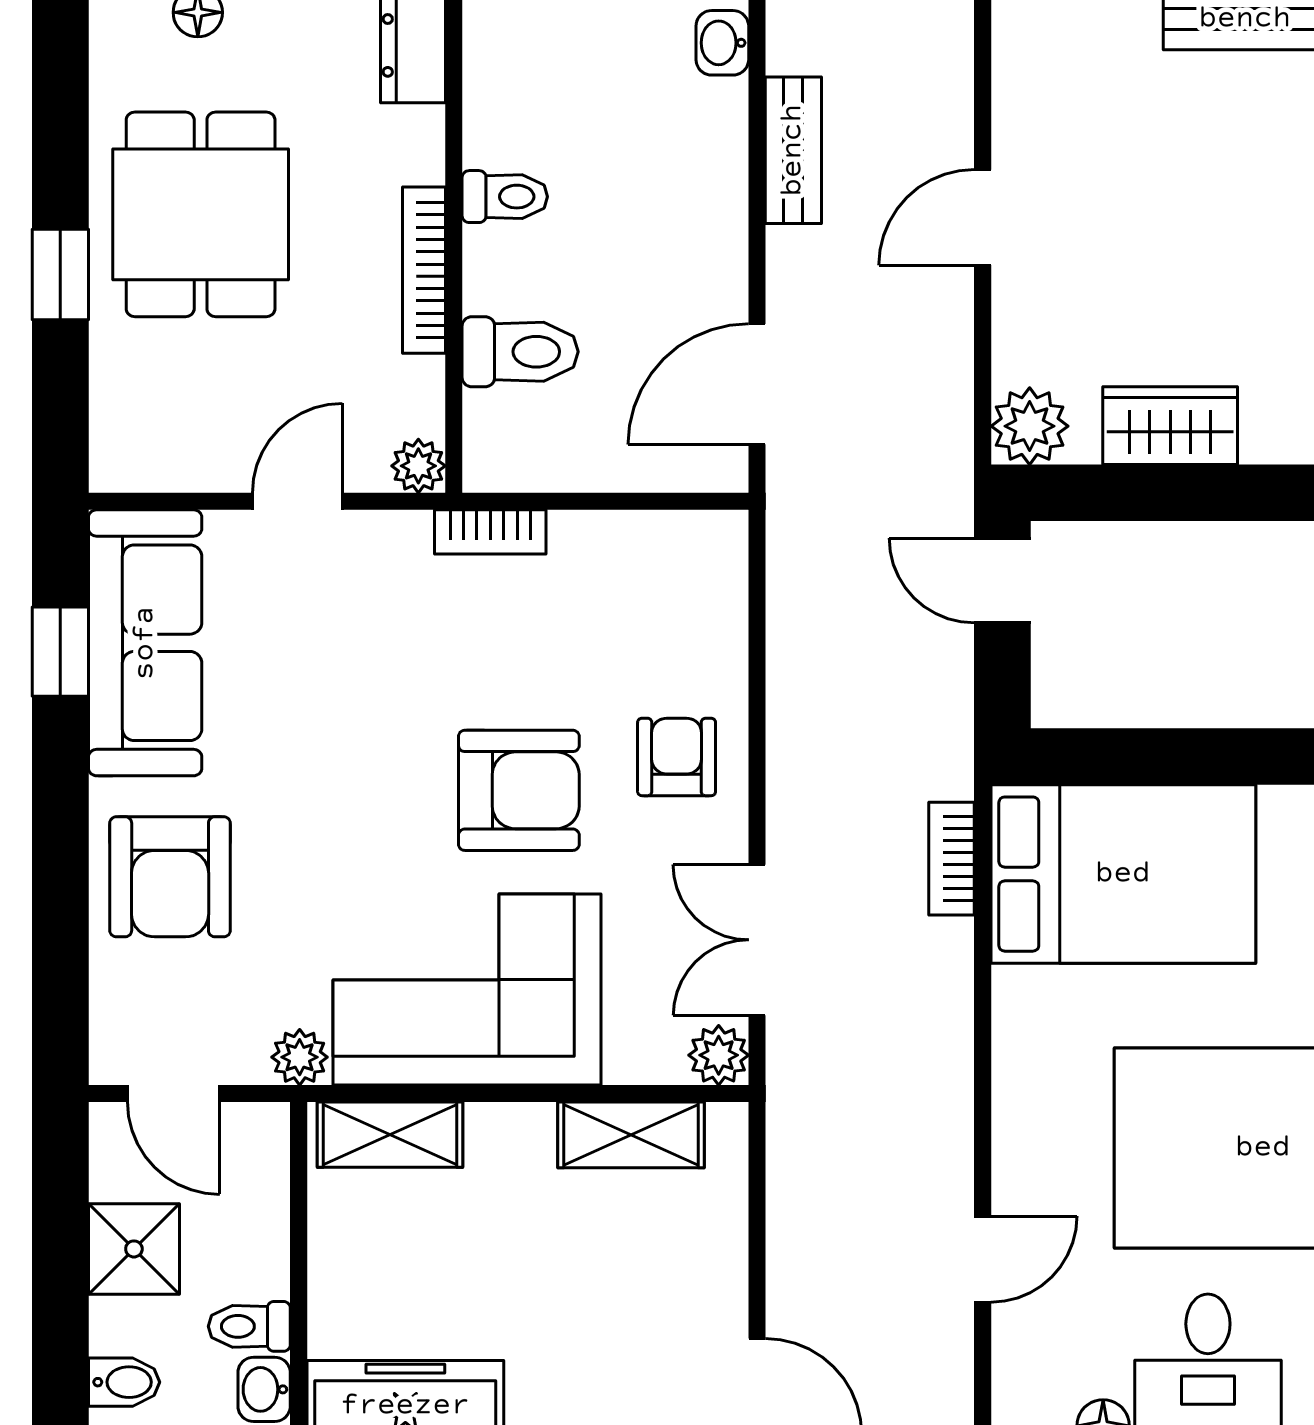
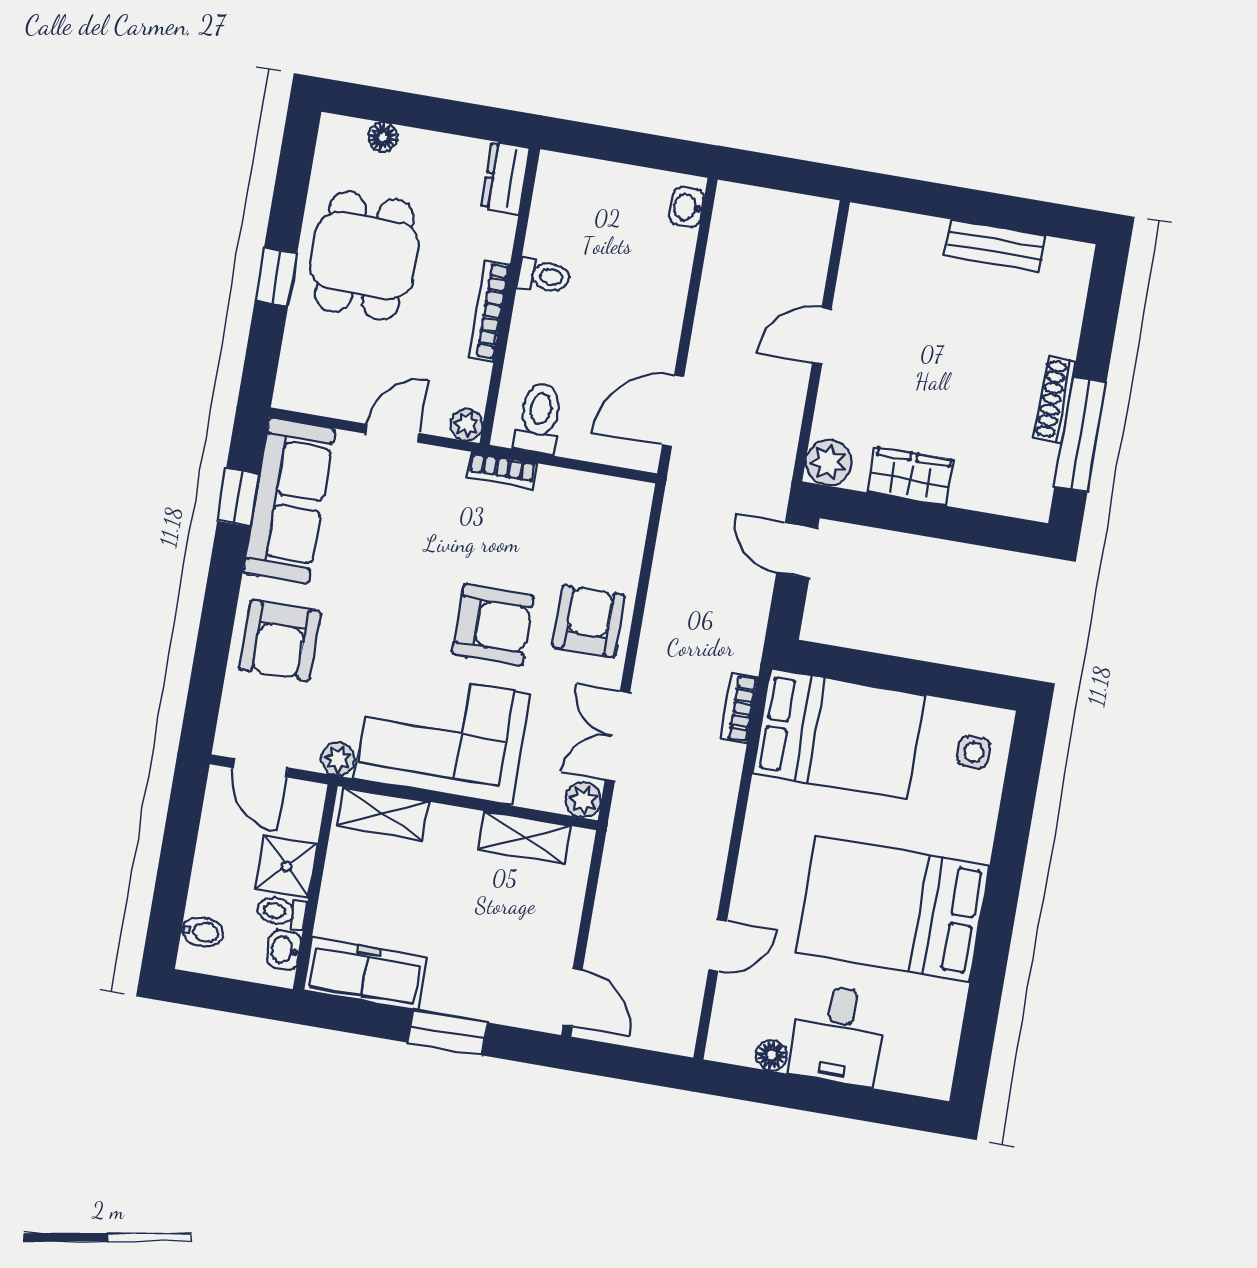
bench: (793, 150) -> (718, 277), removed
toilet: (520, 352) -> (539, 418), moved, turned -90
armchair: (677, 757) -> (589, 621), width x1.38, depth x1.38
shower: (134, 1249) -> (286, 867), moved

